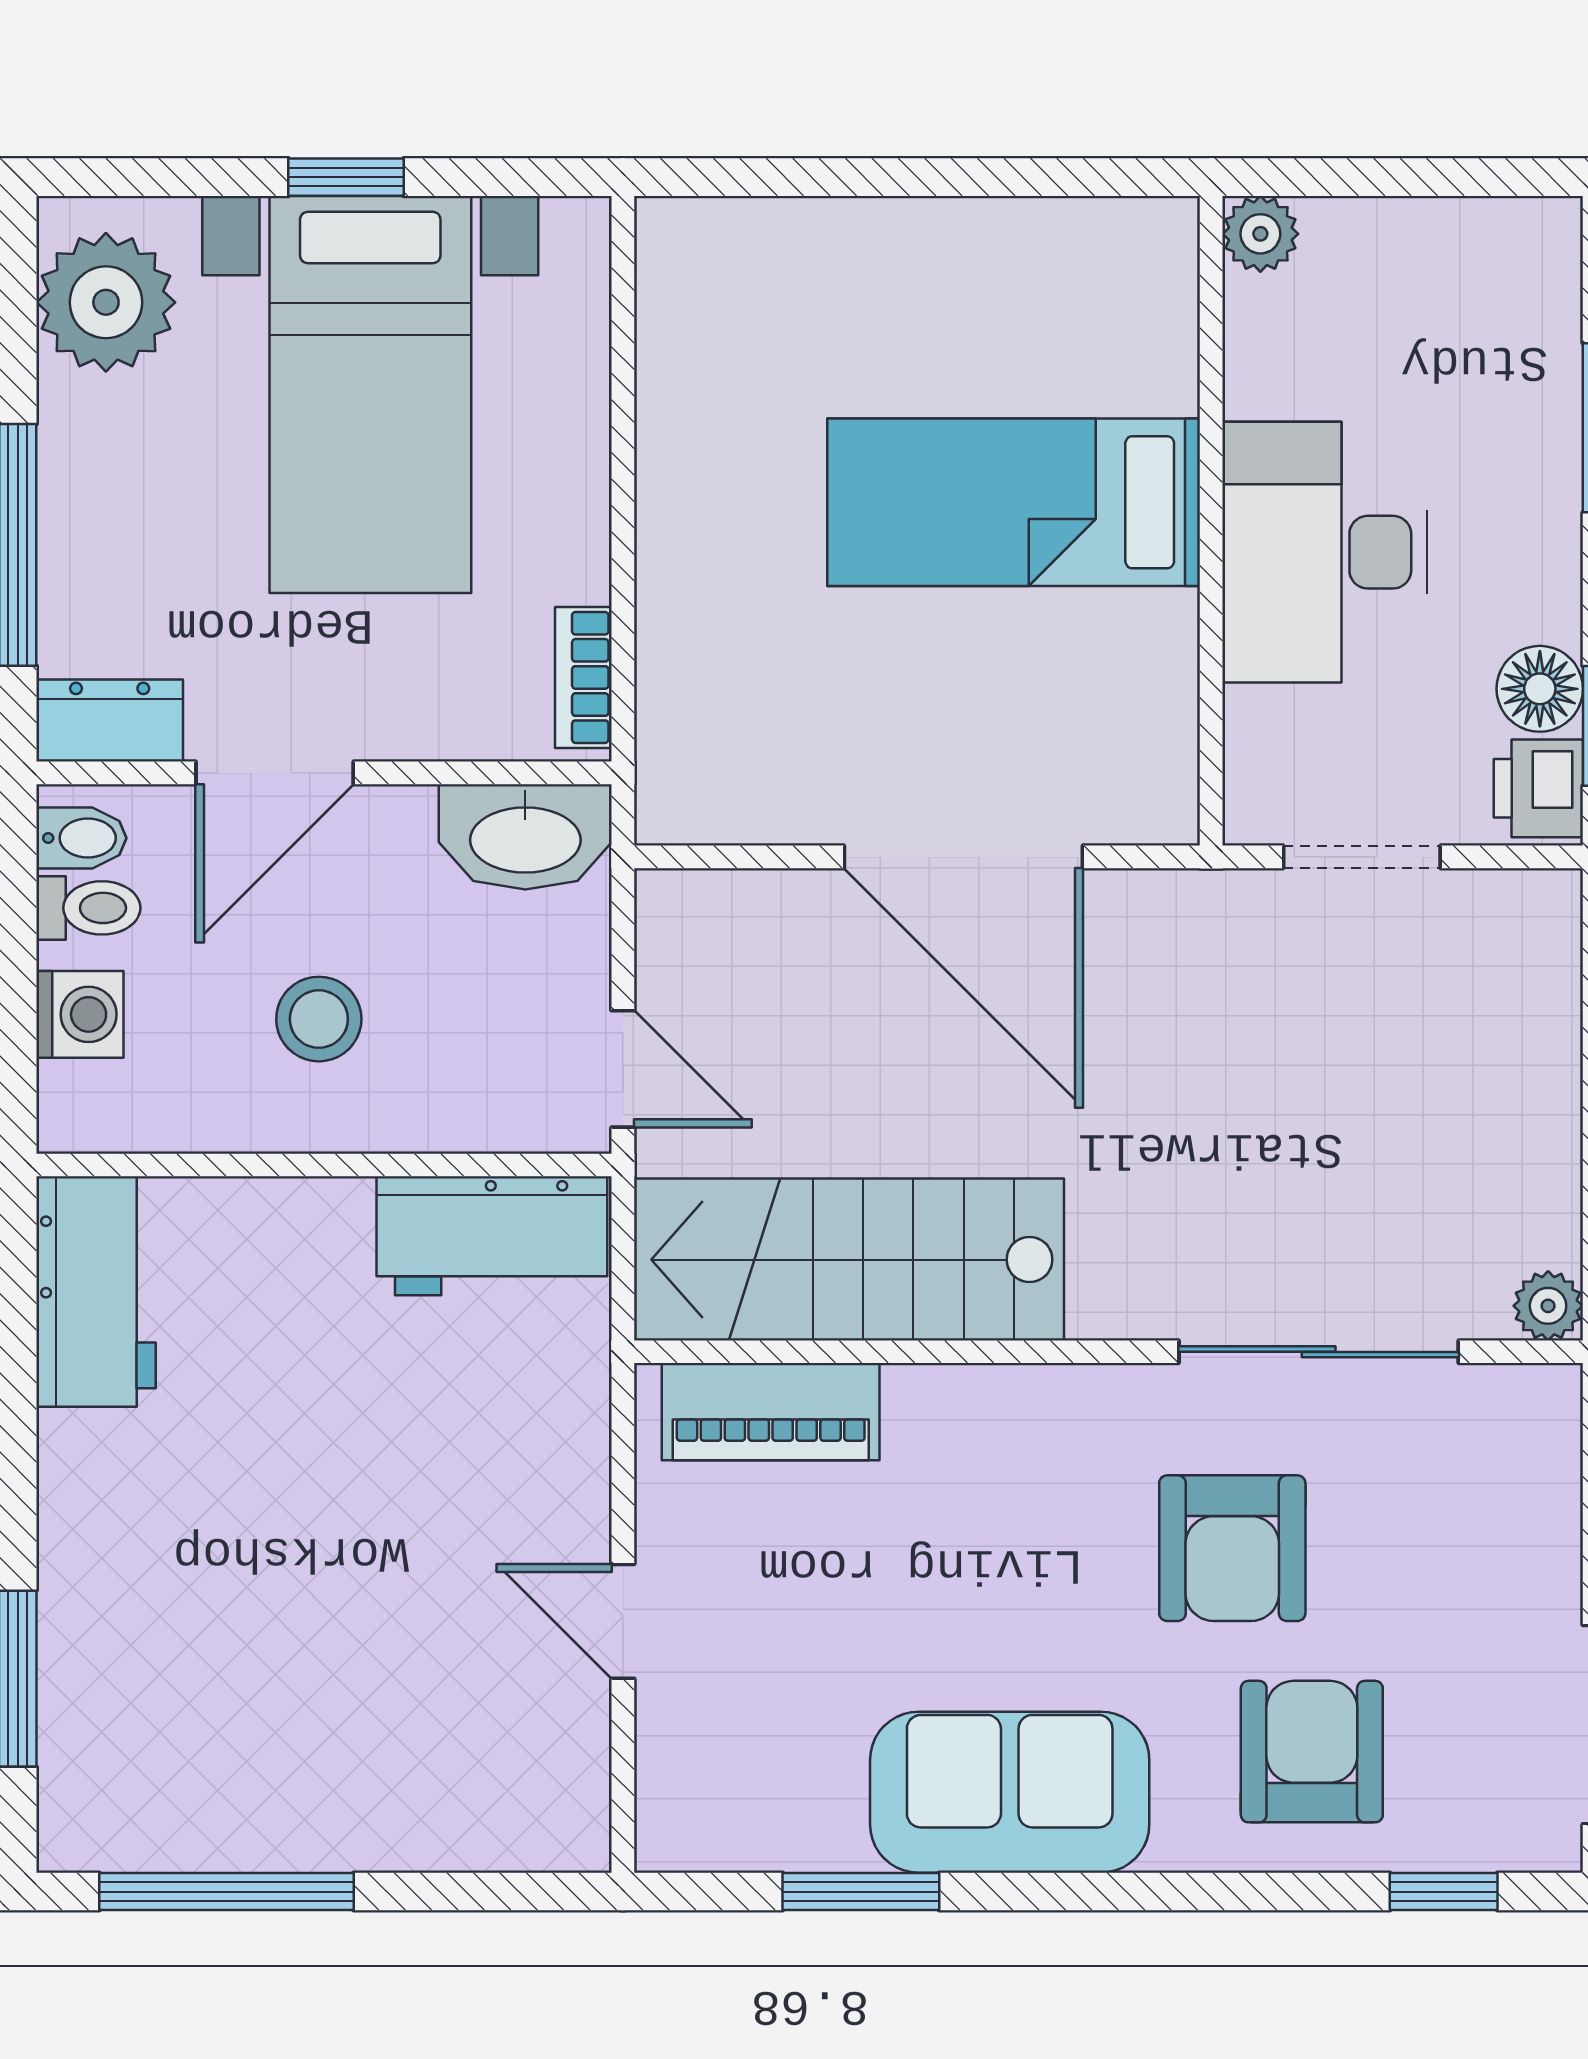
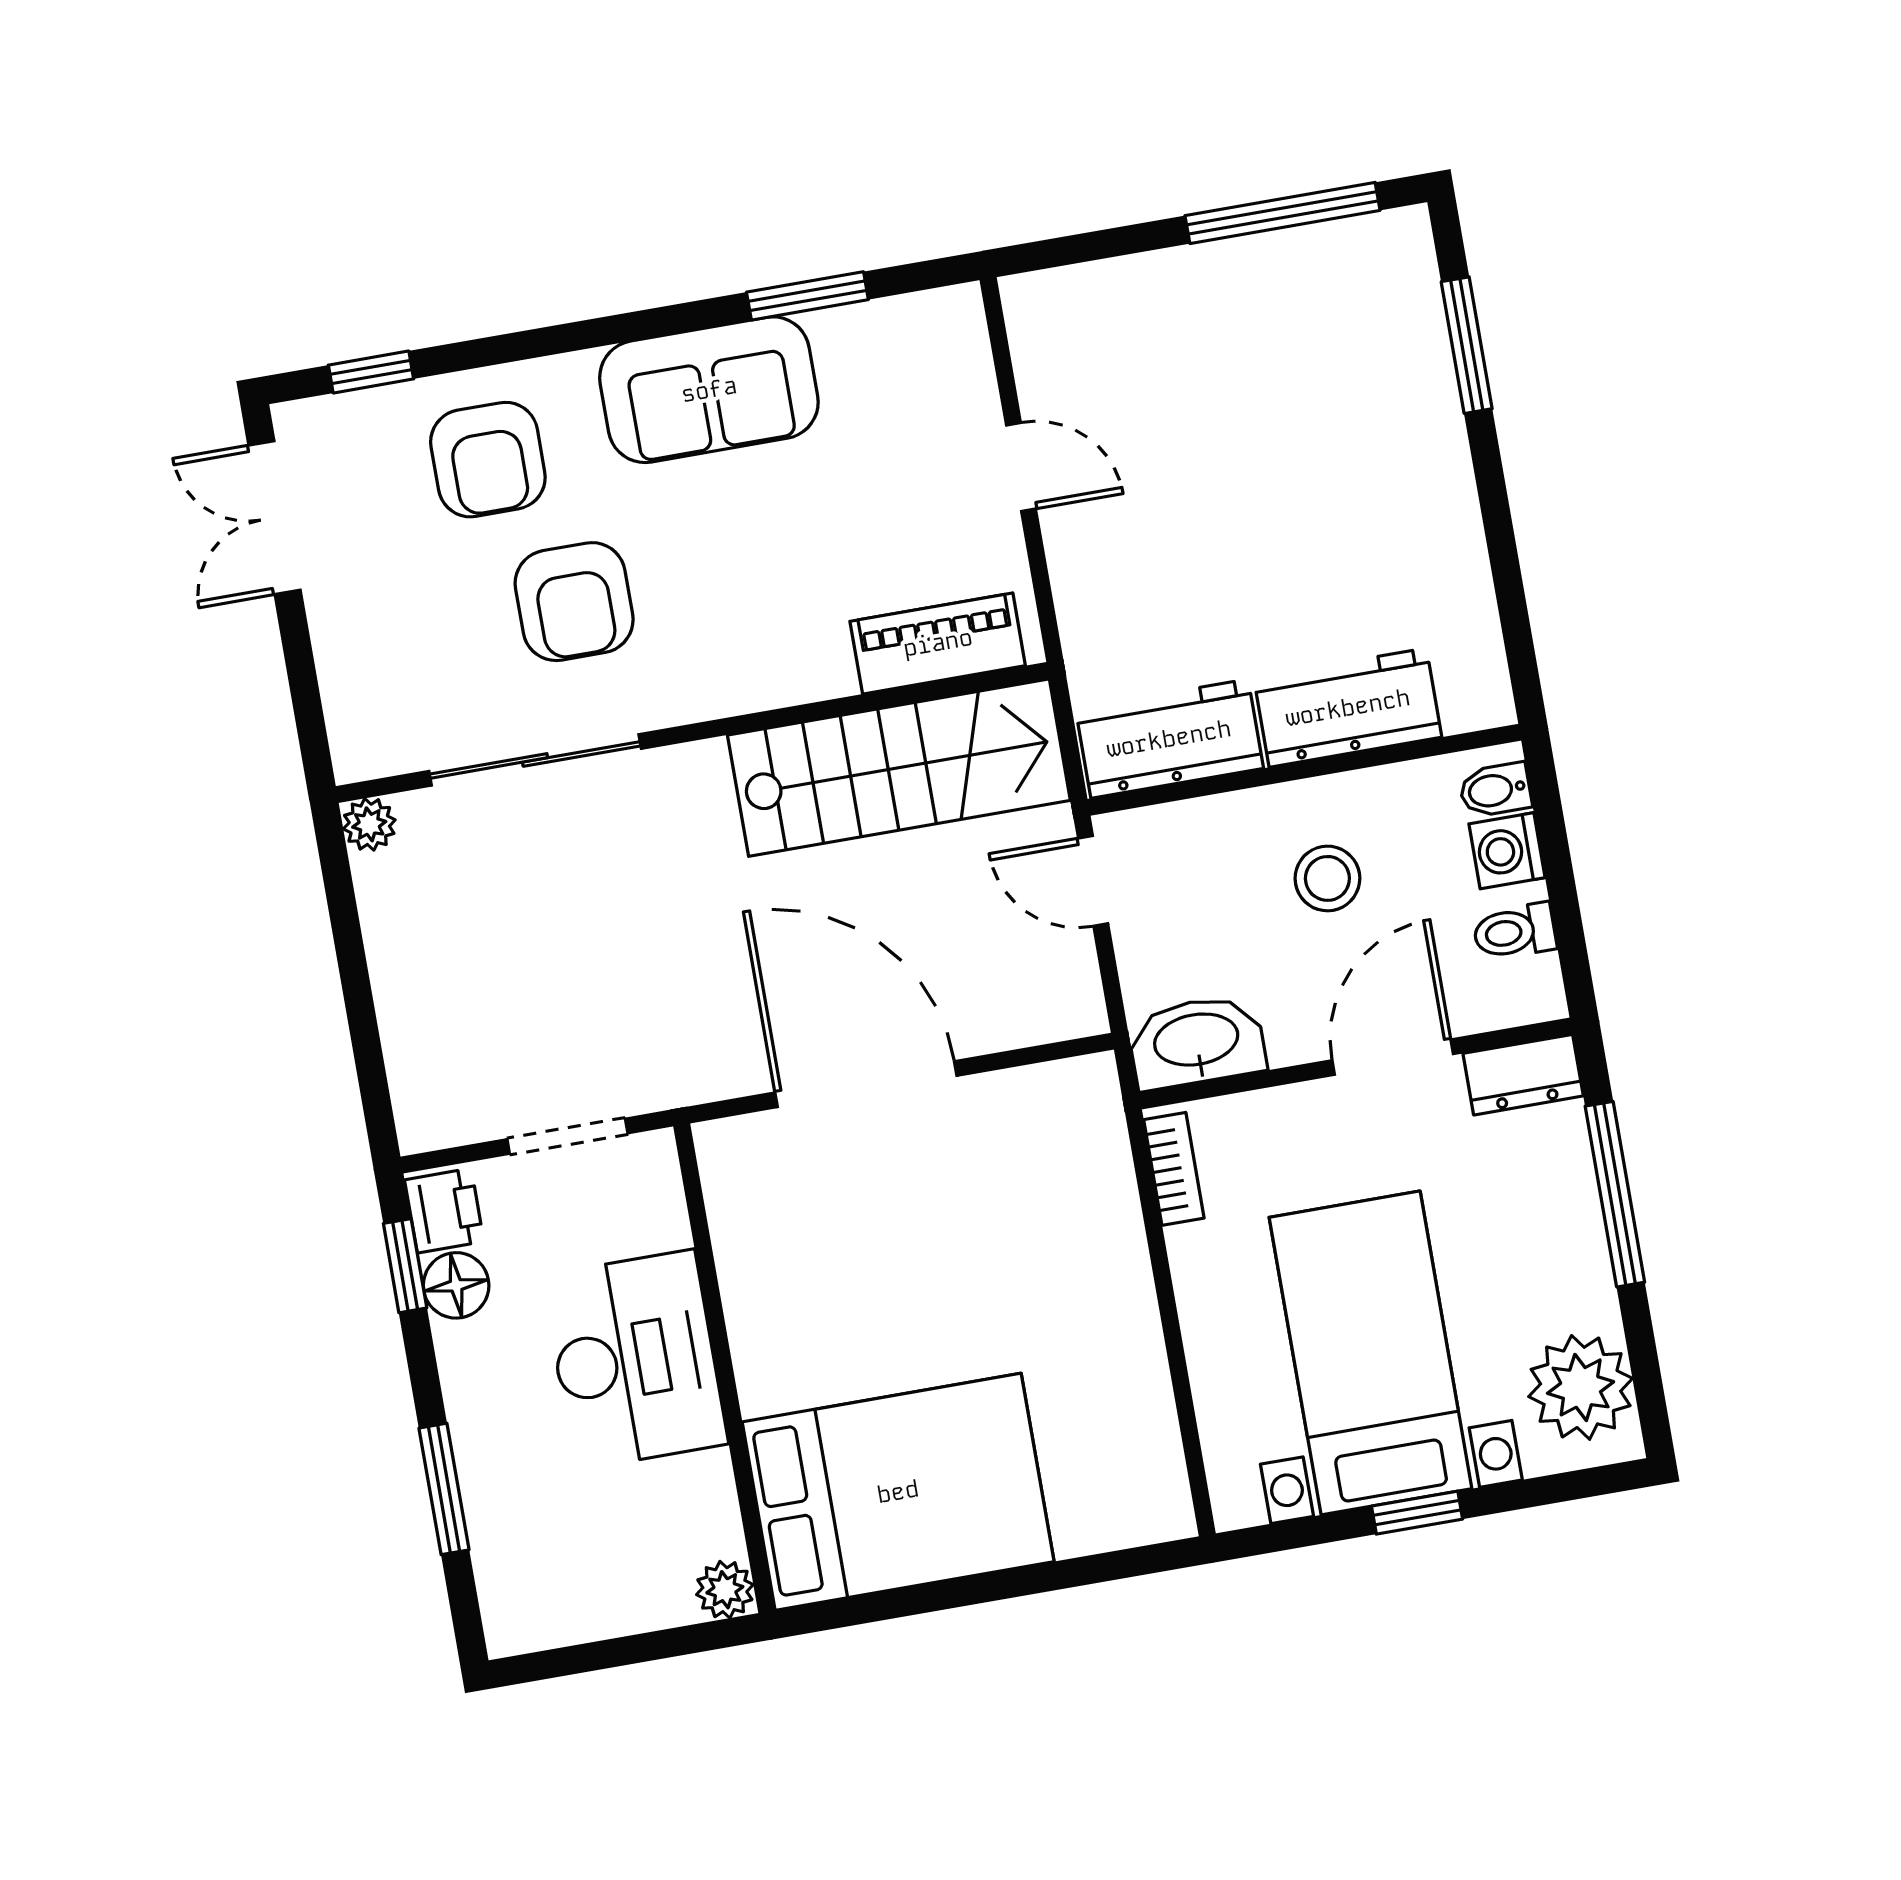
bed: (1014, 502) -> (898, 1492), moved, width x1.50
bidet: (81, 838) -> (1495, 790), moved
workbench: (96, 1292) -> (1348, 708), moved, turned 90
armchair: (1232, 1548) -> (574, 602), turned 180

